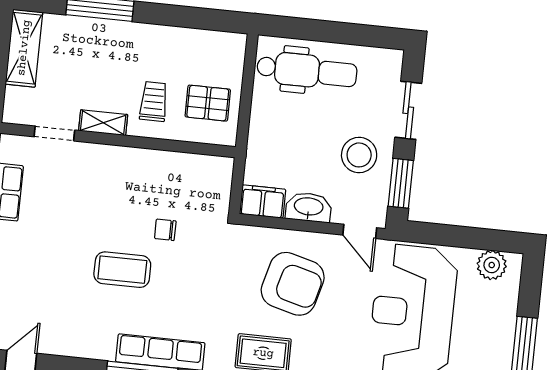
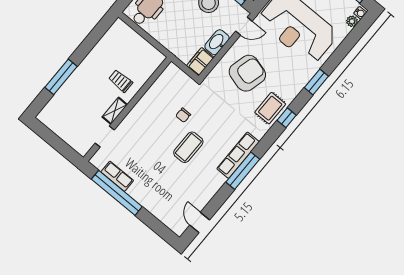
shelving: (24, 48) -> (56, 124), removed
pallet: (208, 103) -> (138, 57), removed

